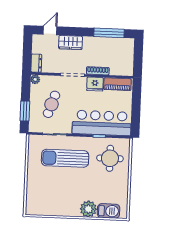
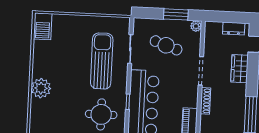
dresser: (36, 63) -> (234, 29), moved
fridge: (95, 84) -> (190, 97), removed
window: (25, 111) -> (176, 14), moved
barbecue: (109, 211) -> (43, 26), moved

